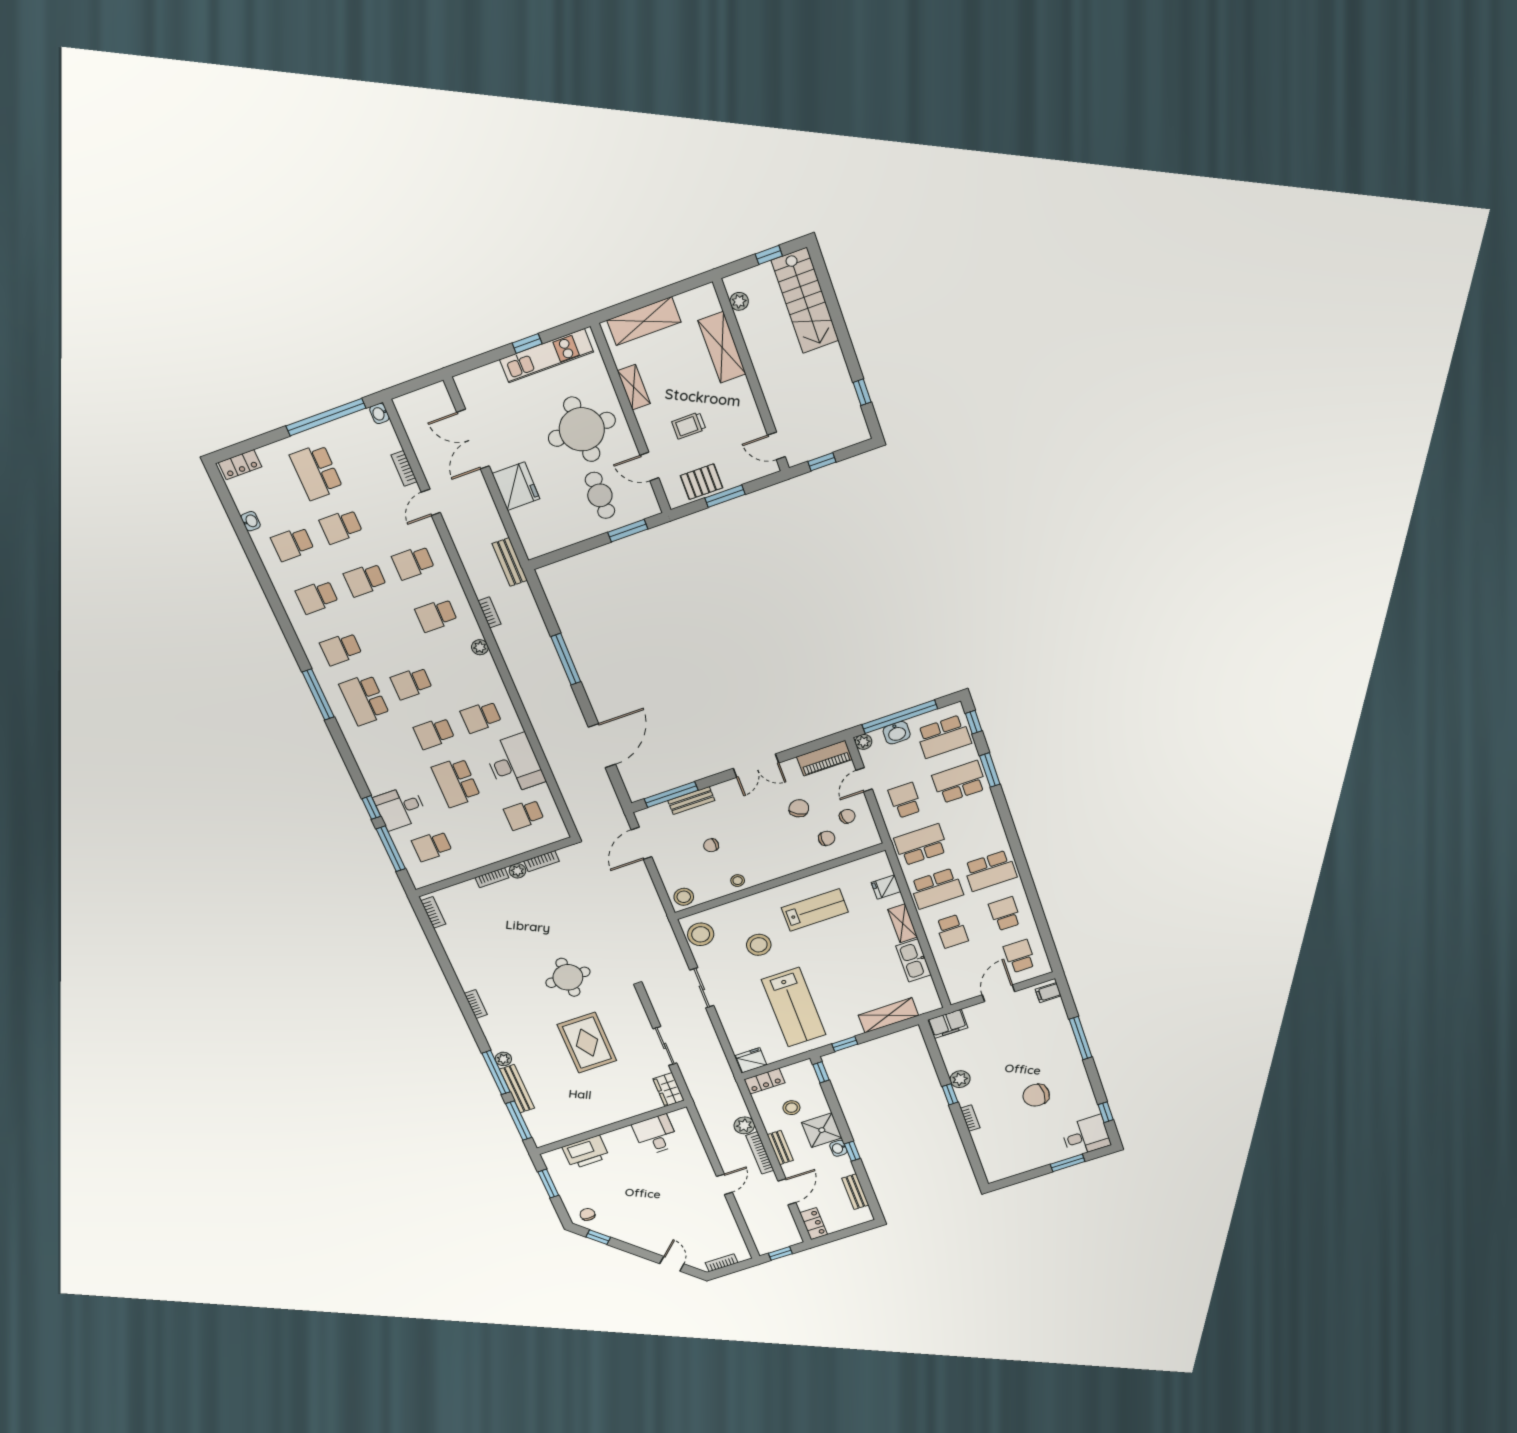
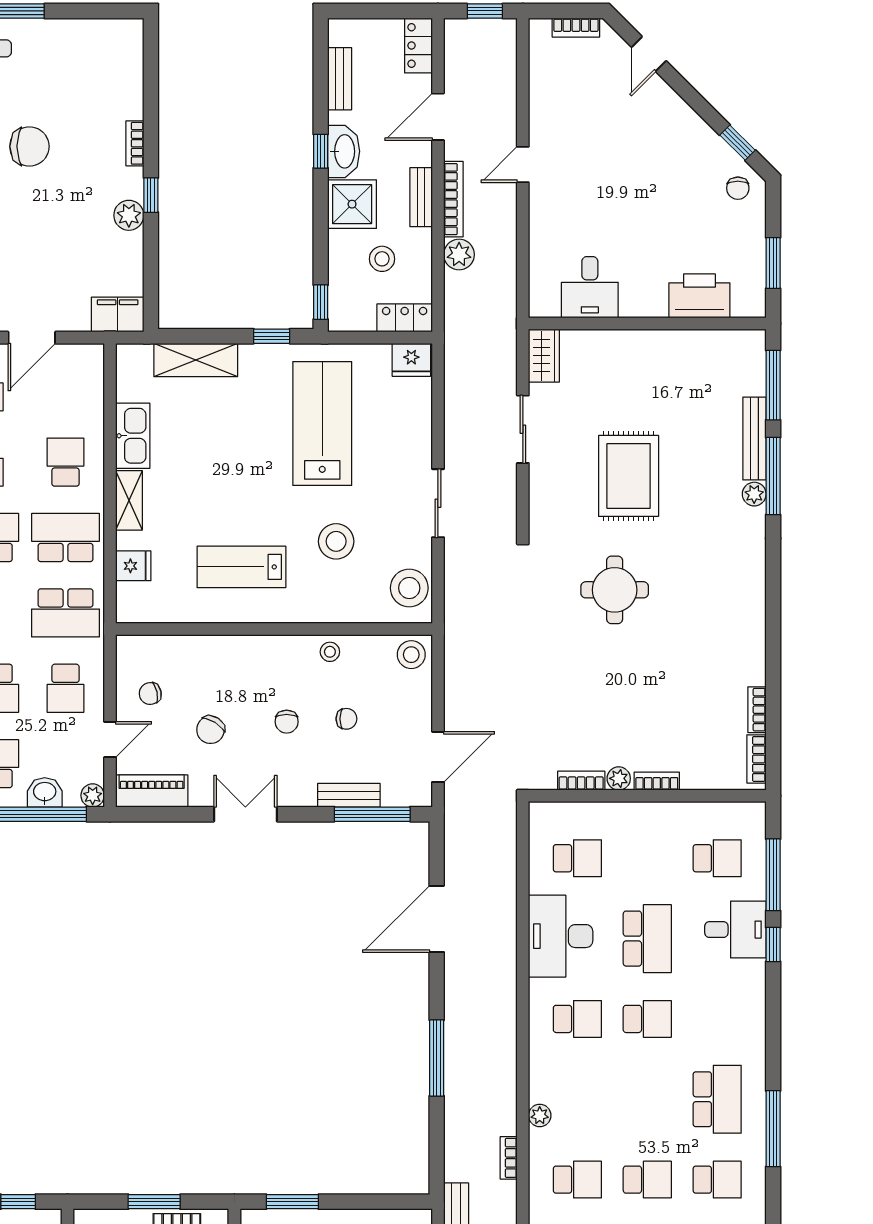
school desk: (411, 683) -> (647, 1180), moved
chair: (827, 838) -> (287, 722), moved, turned -90
bookcase: (476, 1004) -> (757, 710), moved
washbasin: (838, 1148) -> (344, 151), width x1.91, depth x1.45

